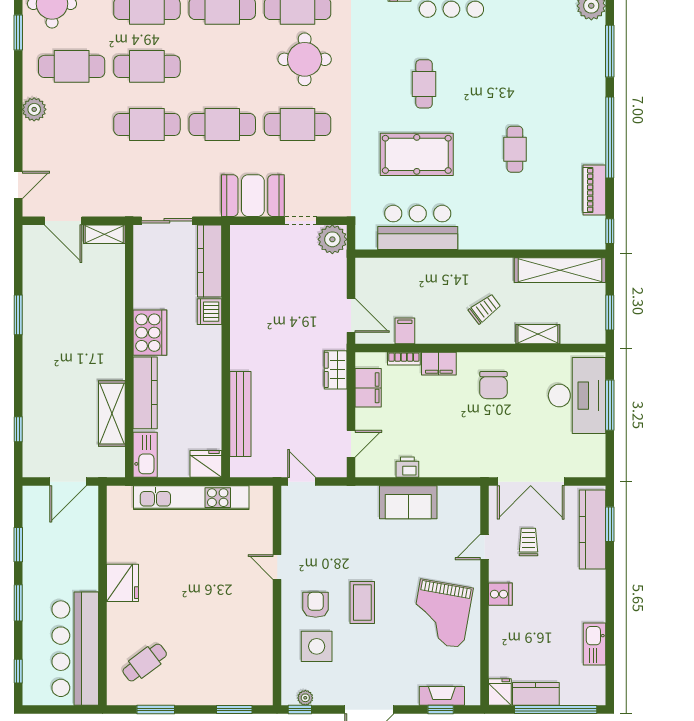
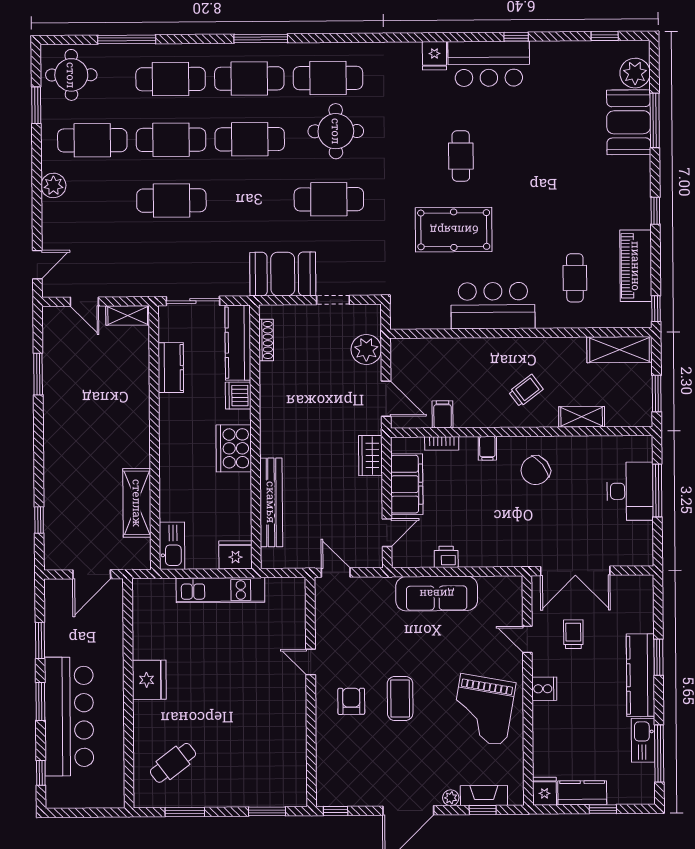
booth: (585, 53) -> (629, 122), added
cafe table: (222, 124) -> (250, 139), moved
window: (610, 138) -> (655, 211), width x0.32
cafe table: (515, 149) -> (575, 278), moved
piano: (594, 190) -> (636, 266), width x1.37, depth x1.33
door: (63, 221) -> (84, 302), width x0.73
bar counter: (418, 227) -> (493, 306), moved
plant: (332, 239) -> (366, 349), moved
shoe rack: (237, 259) -> (266, 340), added
shelving: (560, 270) -> (619, 350), width x0.68
window: (18, 315) -> (38, 374), moved
cooker: (150, 333) -> (234, 448), moved, turned 180
filing cabinet: (439, 364) -> (487, 448), width x0.50
chair: (493, 385) -> (536, 470), turned 52
filing cabinet: (368, 388) -> (407, 484), width x1.50, depth x1.17
kitchen counter: (145, 393) -> (171, 368), moved, width x0.67
desk: (577, 396) -> (630, 491), width x0.73, depth x0.77
kitchen unit: (191, 498) -> (220, 590), width x0.73
sofa: (408, 502) -> (437, 594), width x1.36
window: (610, 524) -> (658, 657), moved
kitchen counter: (592, 530) -> (640, 675), moved
door: (484, 547) -> (527, 639), hinge flipped
side table: (317, 646) -> (353, 745), removed
bar counter: (75, 649) -> (69, 716), moved, turned 180
window: (610, 657) -> (659, 754), added
plant: (305, 698) -> (451, 798), moved
window: (556, 710) -> (603, 809), width x0.32

